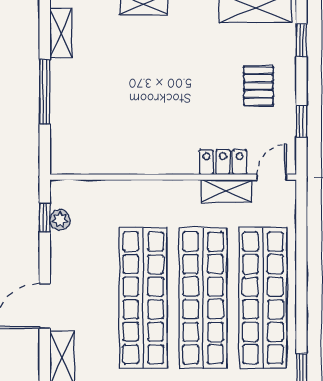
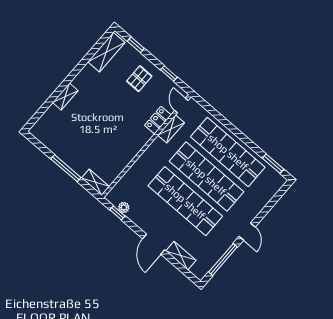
shelving: (61, 33) -> (95, 182), moved
pallet: (258, 86) -> (139, 79), turned 90

